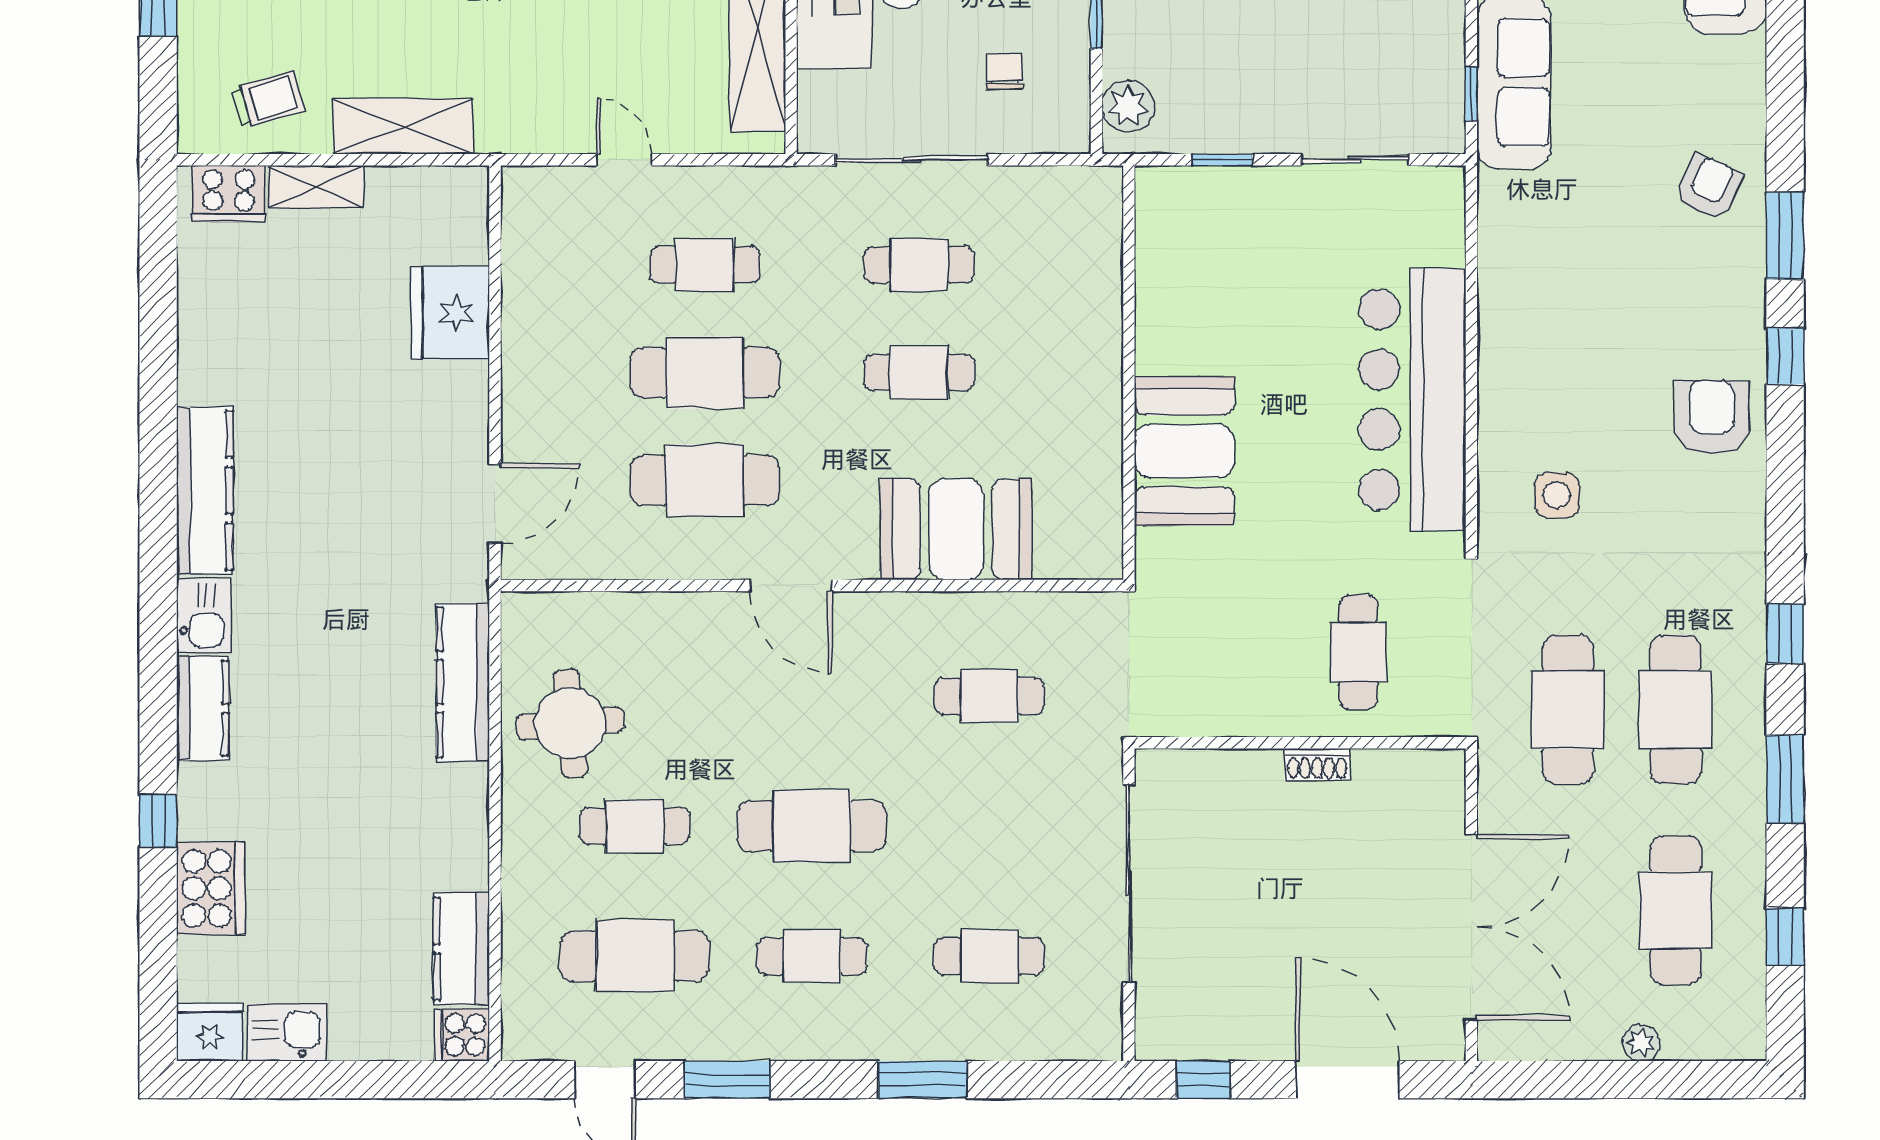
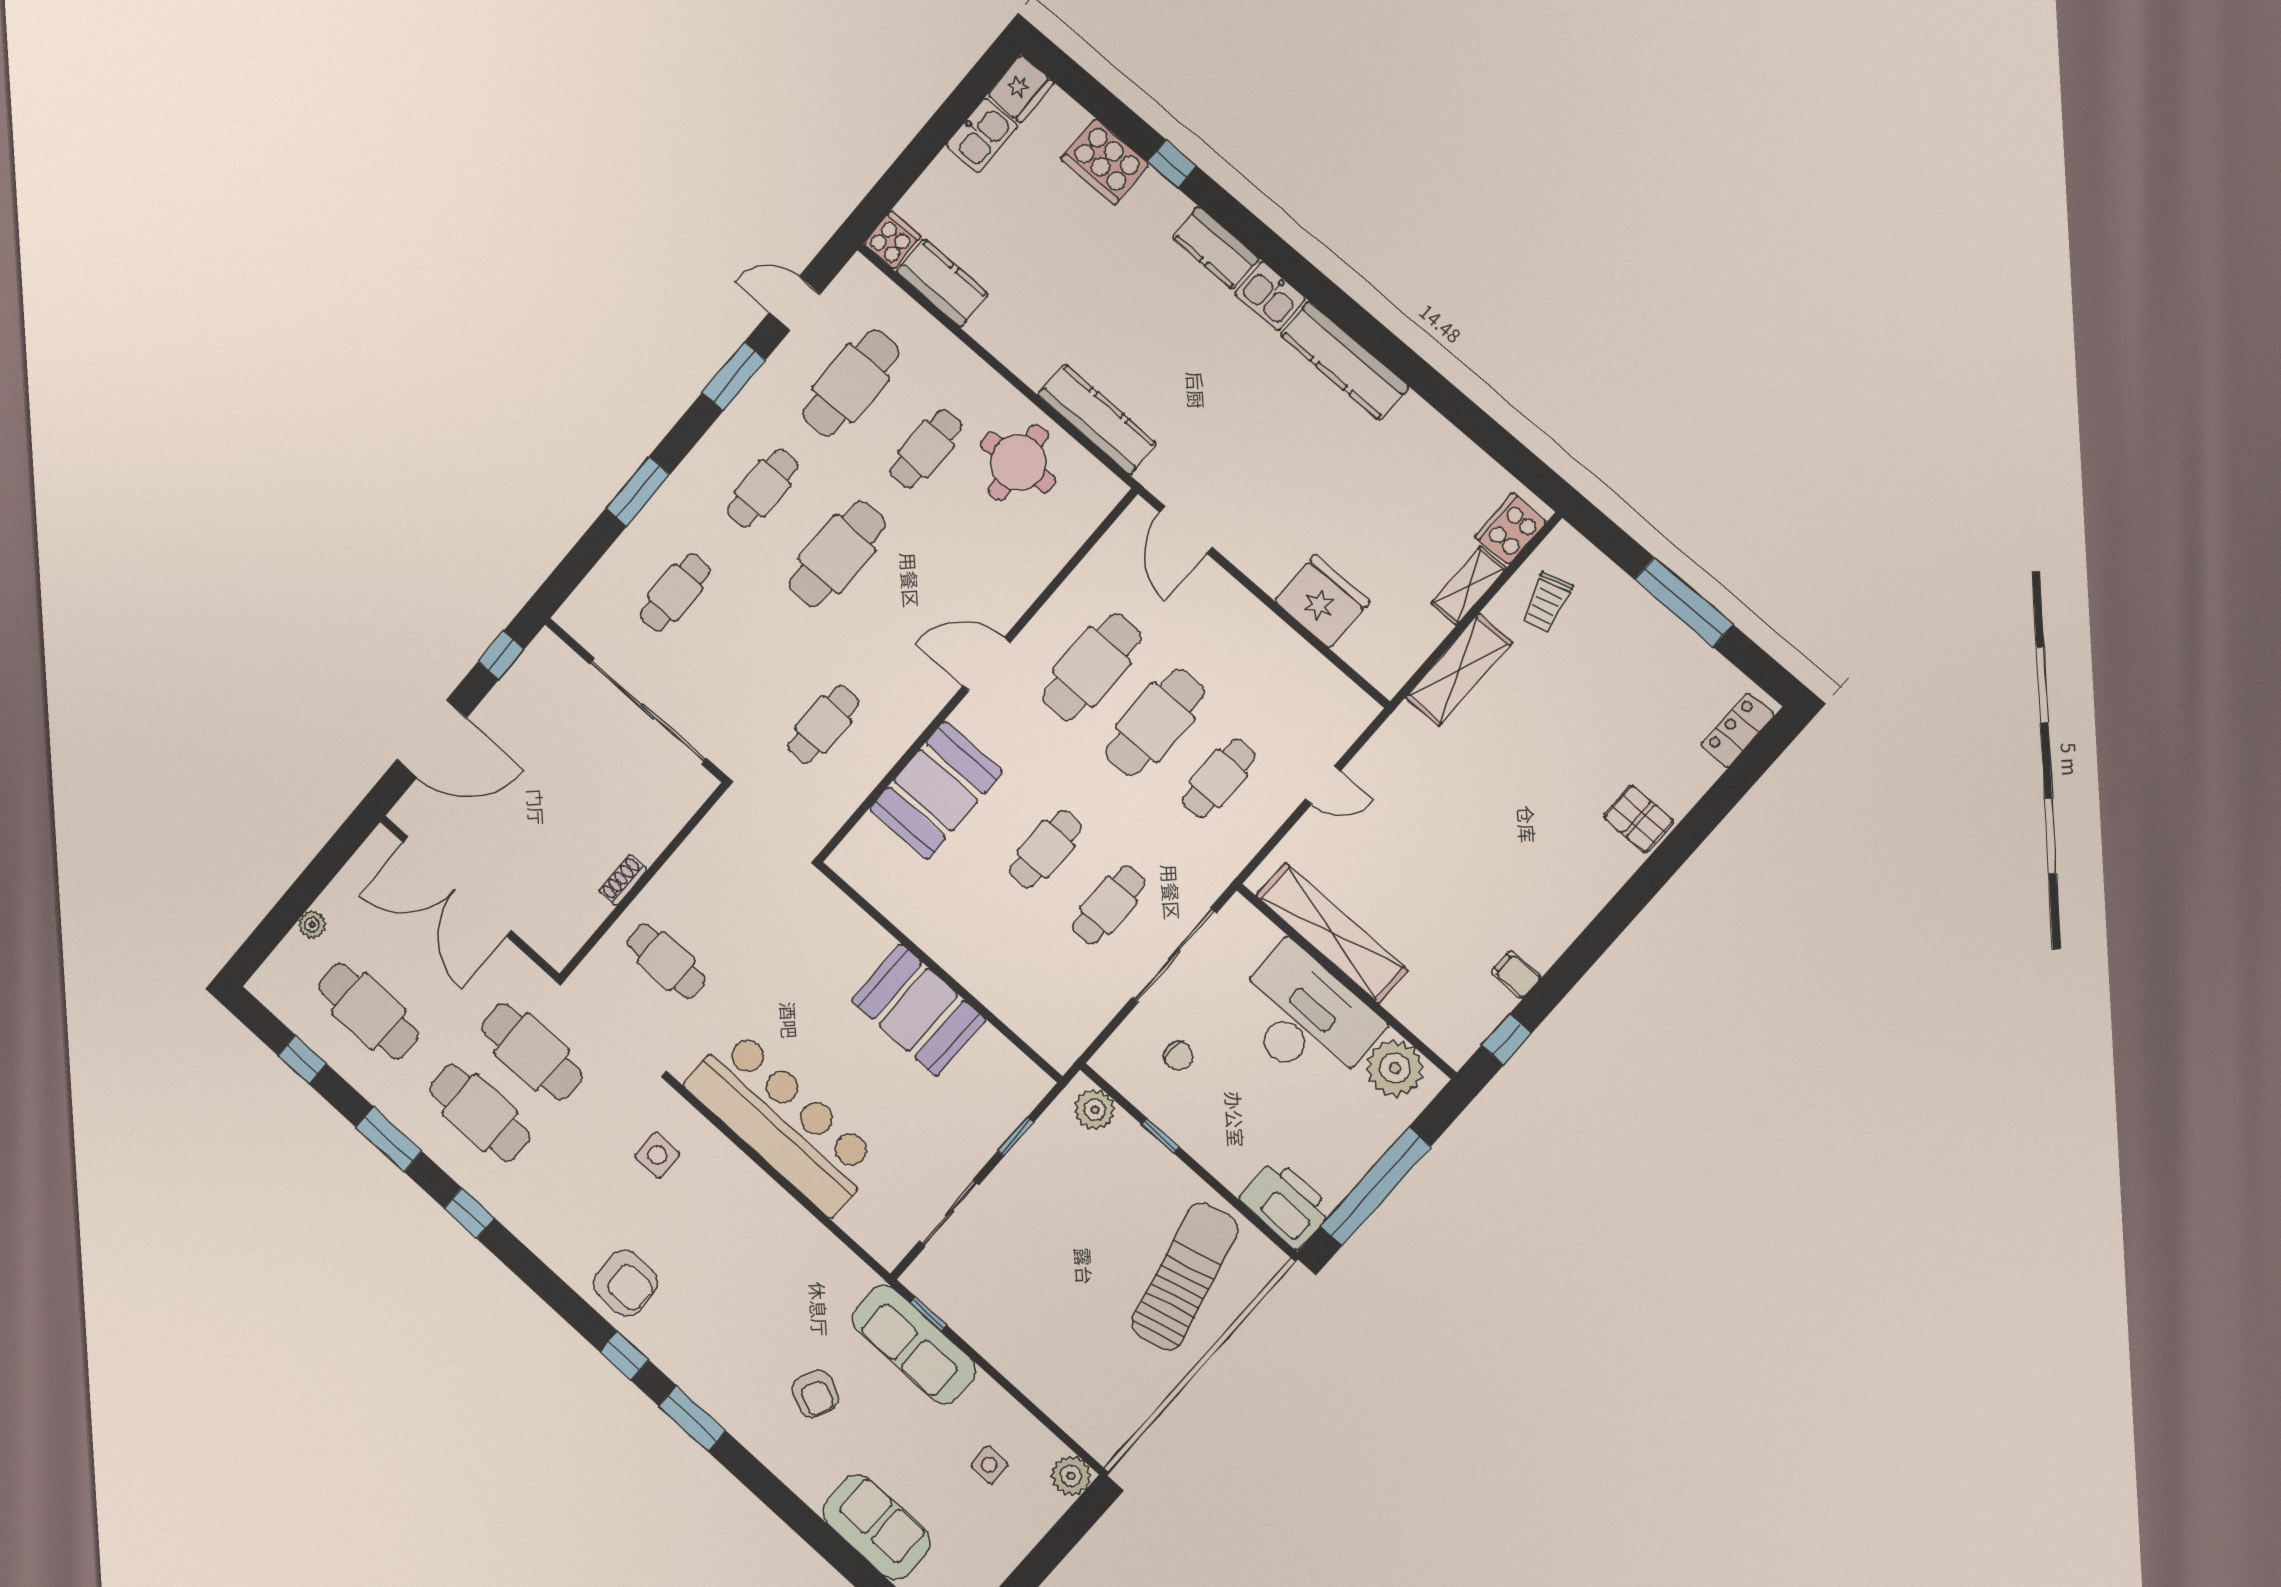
armchair: (1709, 187) -> (815, 1394), moved
booth: (1184, 451) -> (918, 1010), moved

